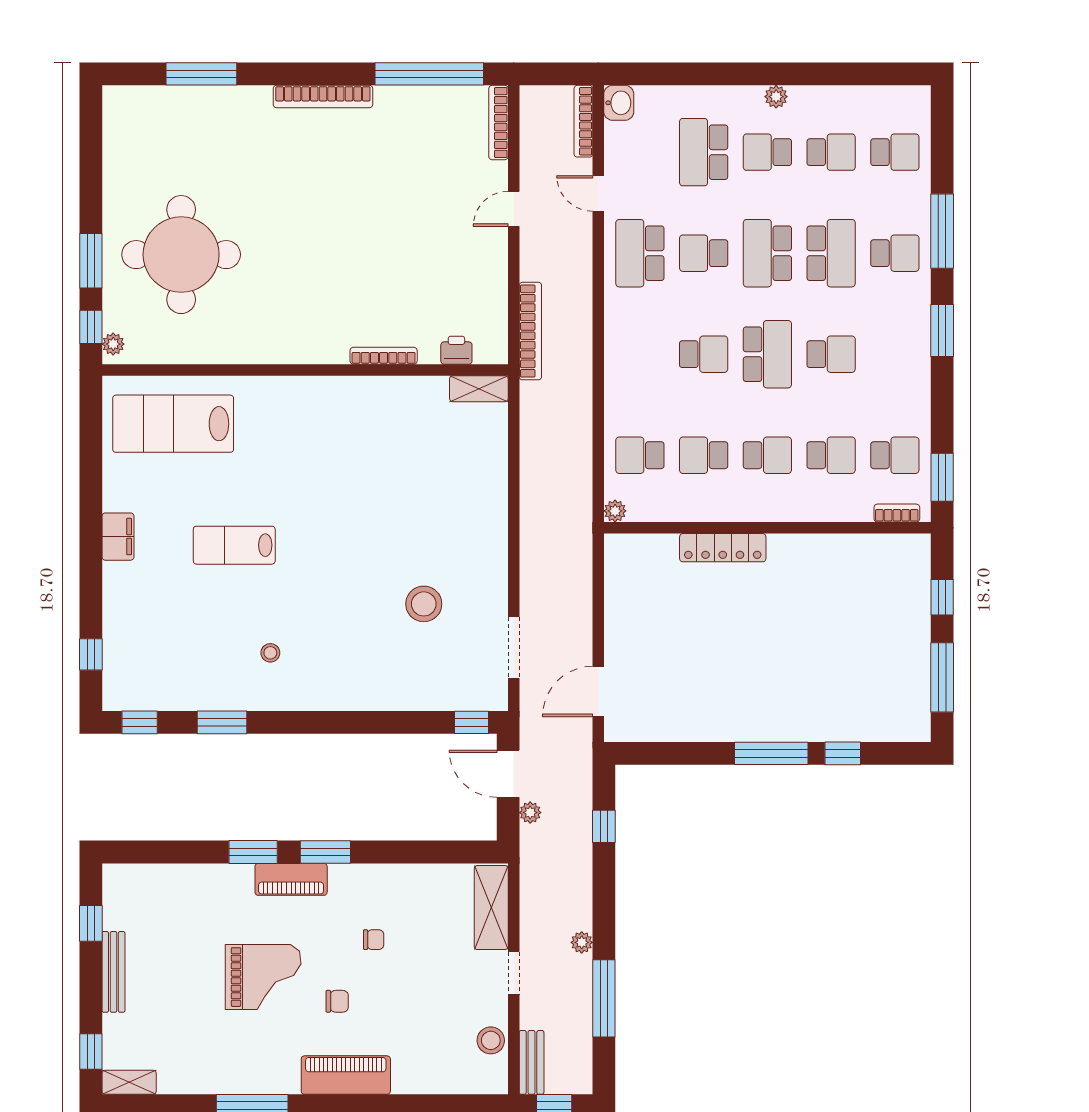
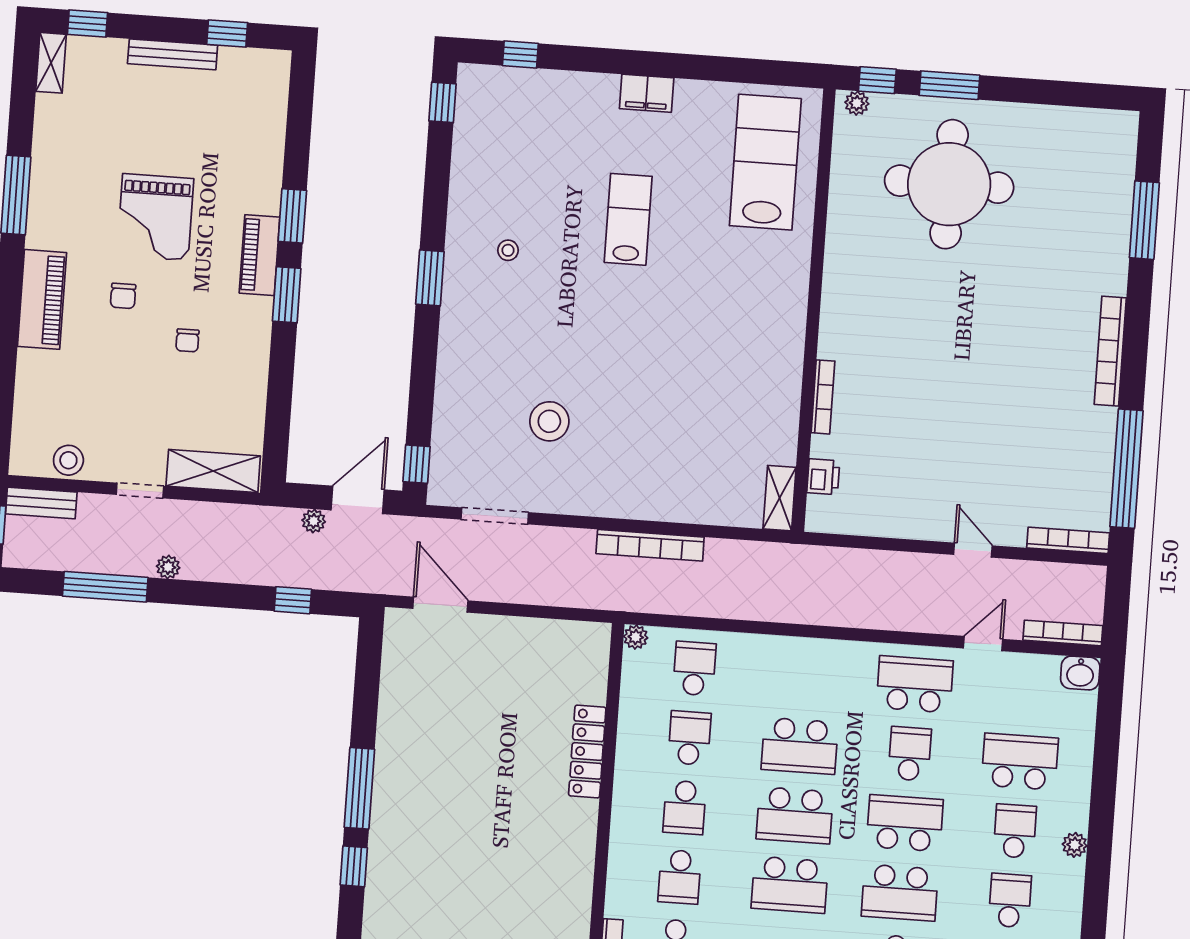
school desk: (831, 152) -> (1010, 901), turned 180
bookcase: (530, 331) -> (650, 545), moved
school desk: (704, 354) -> (800, 746), width x1.85
school desk: (831, 354) -> (790, 885), width x1.85
window: (222, 722) -> (430, 278), moved

